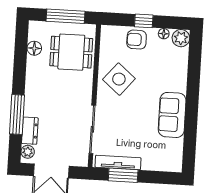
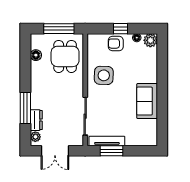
dining table: (71, 52) -> (65, 56), turned 90
side table: (119, 79) -> (104, 75), turned -38

